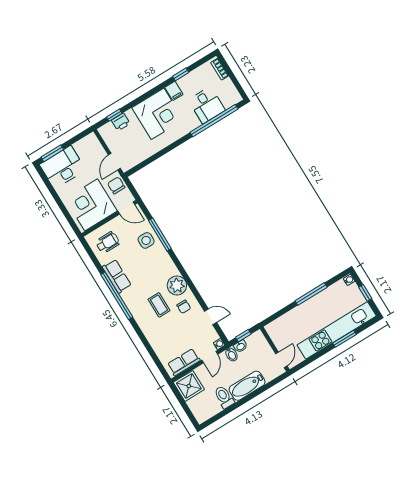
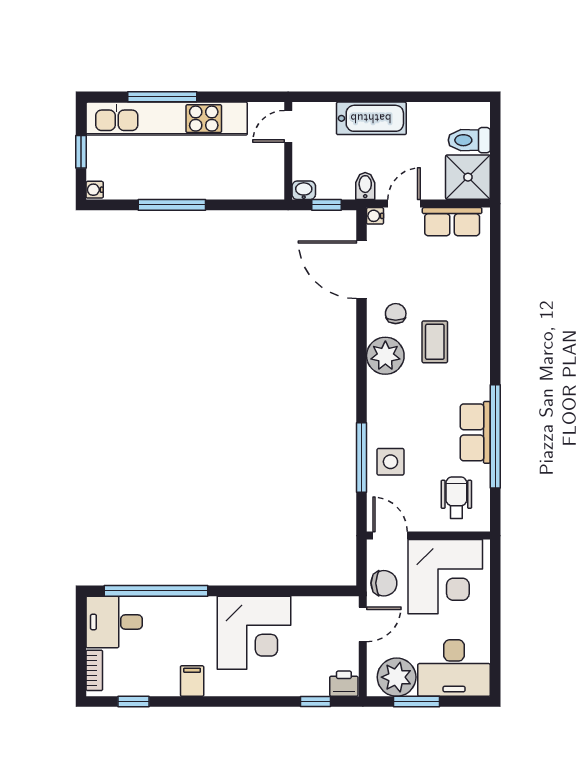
window: (181, 74) -> (134, 702), moved
desk: (207, 105) -> (114, 622), moved, turned -90
corner desk: (158, 114) -> (254, 633), moved, turned 180
printer: (121, 122) -> (344, 684), moved
plant: (85, 148) -> (397, 677), added
window: (52, 153) -> (417, 702), moved
chair: (116, 185) -> (384, 583), turned -90
wheelchair: (108, 242) -> (456, 498), turned 90
window: (117, 296) -> (495, 436), moved
door: (211, 317) -> (362, 270), width x1.88
window: (344, 339) -> (162, 97), width x1.44
washbasin: (240, 346) -> (304, 190), moved
toilet: (224, 397) -> (469, 140), moved, turned 90

